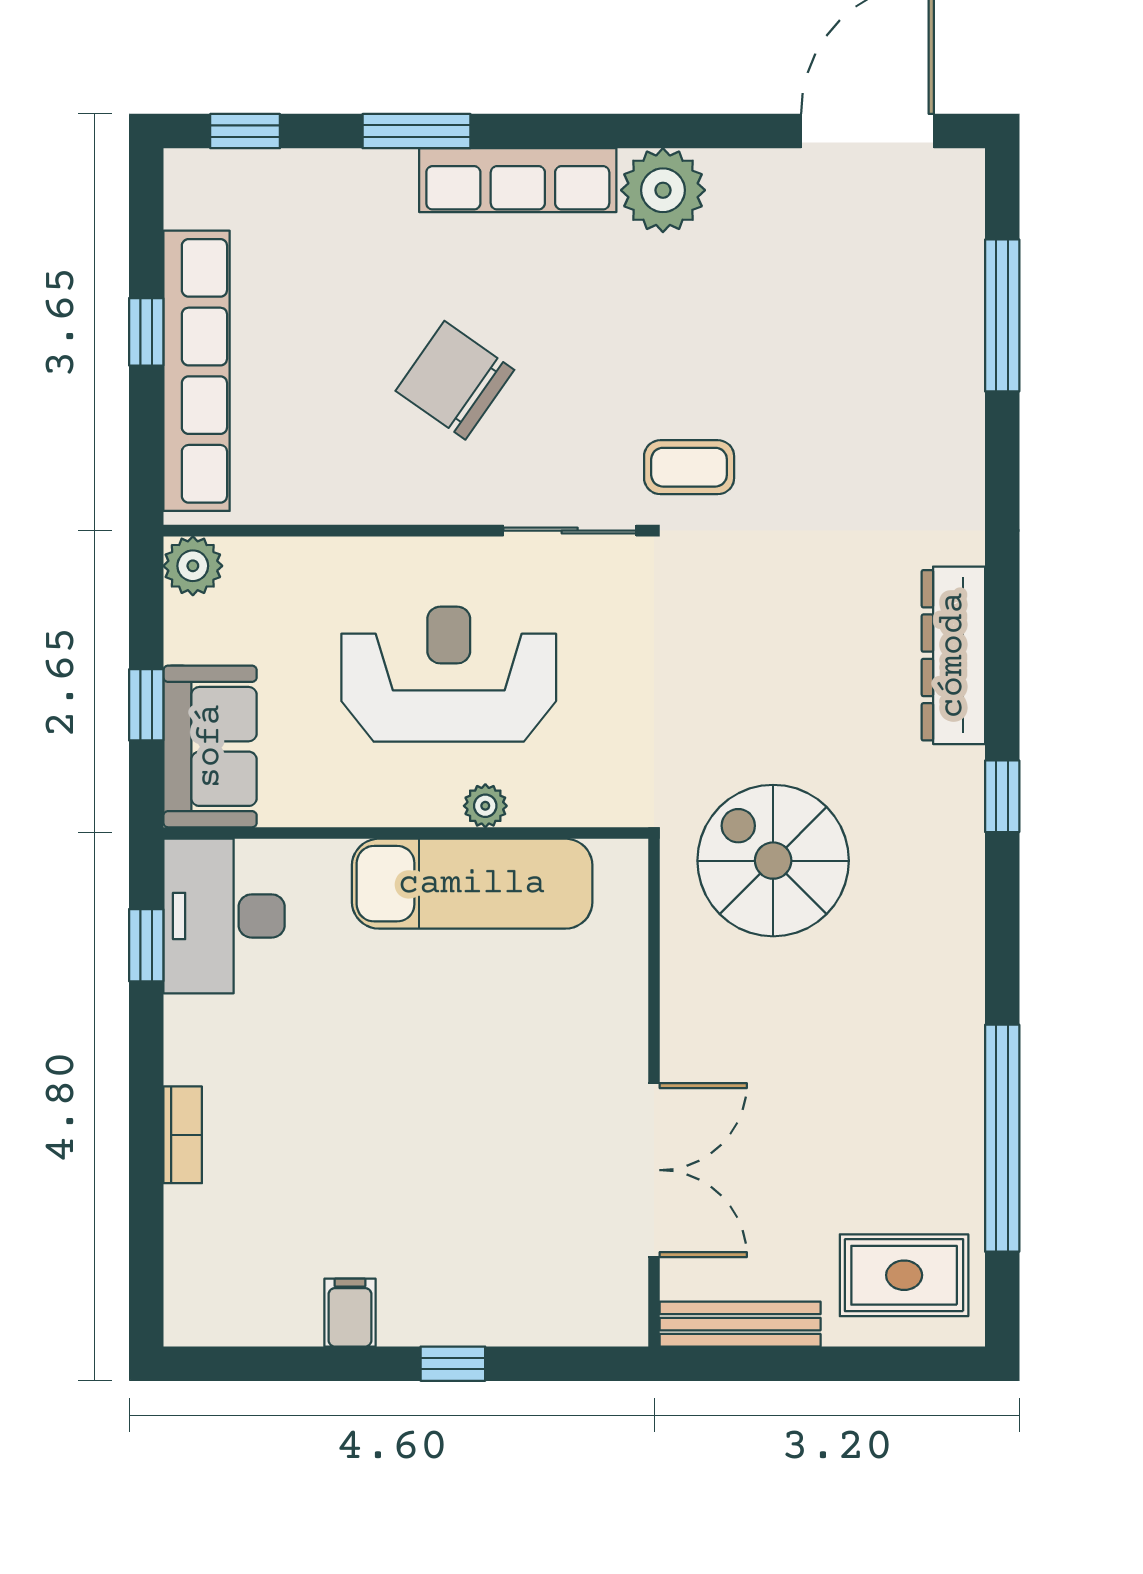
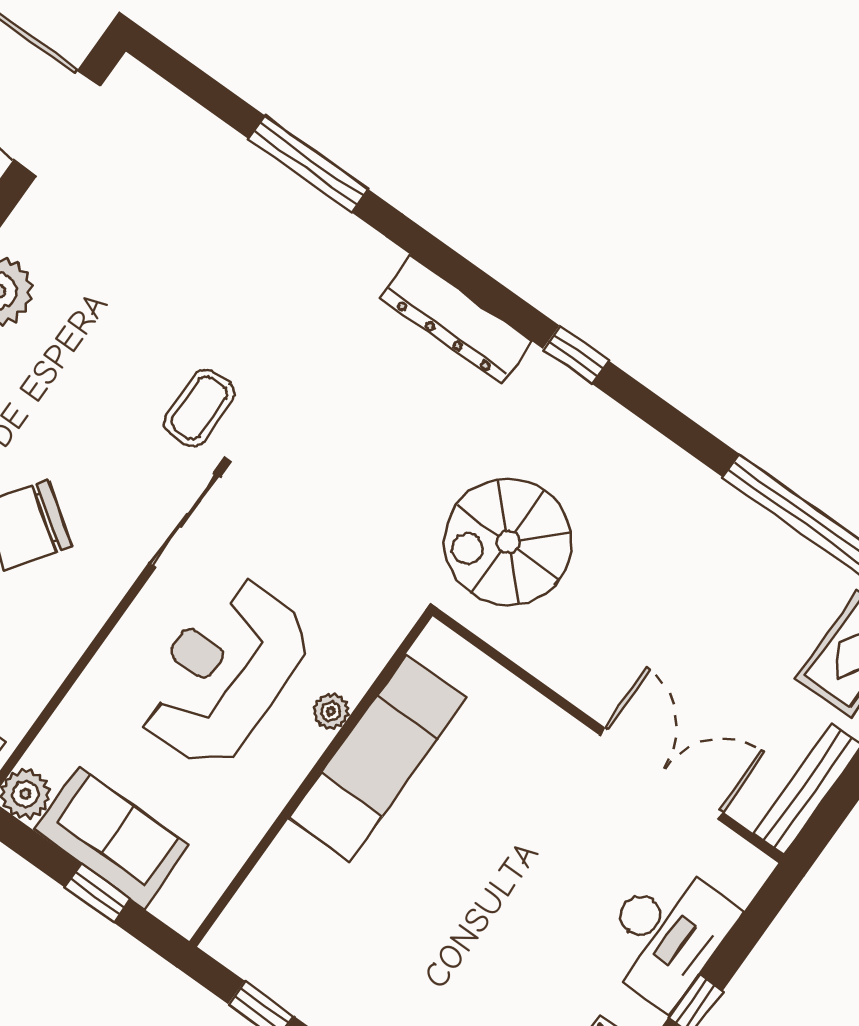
window: (1002, 315) -> (308, 164), moved
sofa: (210, 746) -> (112, 838), moved
desk: (224, 916) -> (666, 934), moved, turned -90

